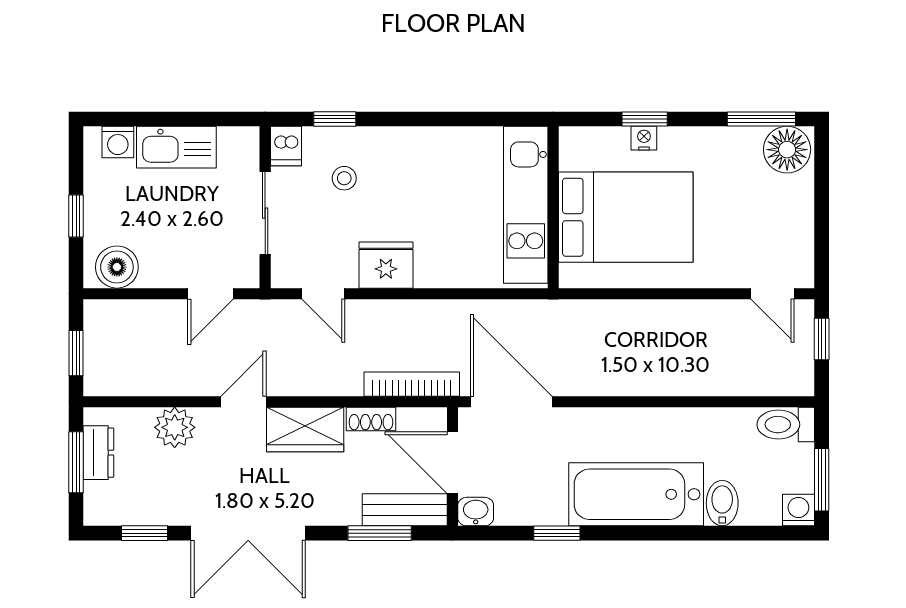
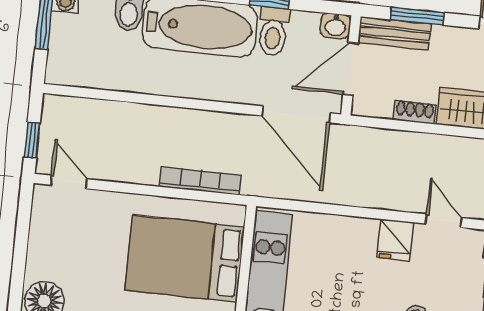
fridge: (386, 265) -> (395, 240), width x0.72
bookcase: (412, 384) -> (200, 181), moved, turned 180
toilet: (786, 425) -> (273, 31), moved, turned 90
door: (452, 463) -> (351, 69), swing flipped

